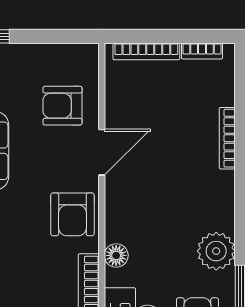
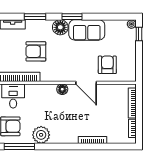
armchair: (72, 214) -> (36, 51), moved
floor lamp: (116, 255) -> (62, 89), moved

